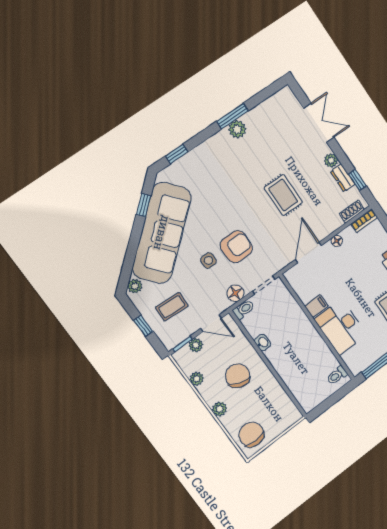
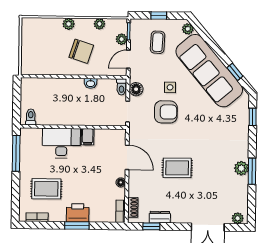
plant: (331, 160) -> (238, 218), moved
armchair: (236, 247) -> (166, 112), turned -90
chair: (251, 434) -> (36, 32), removed

